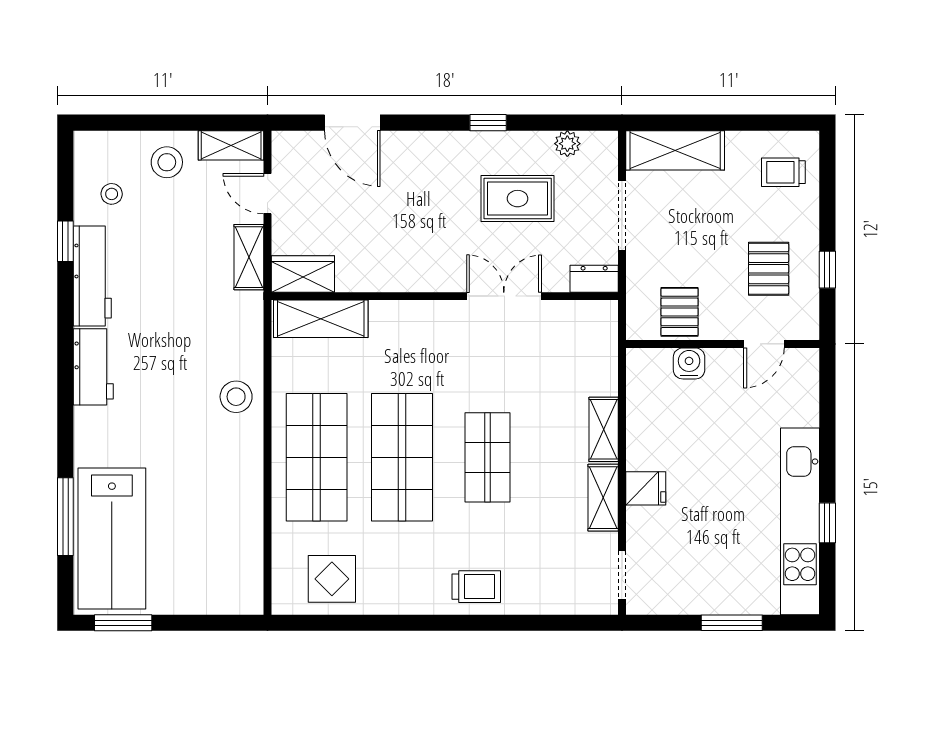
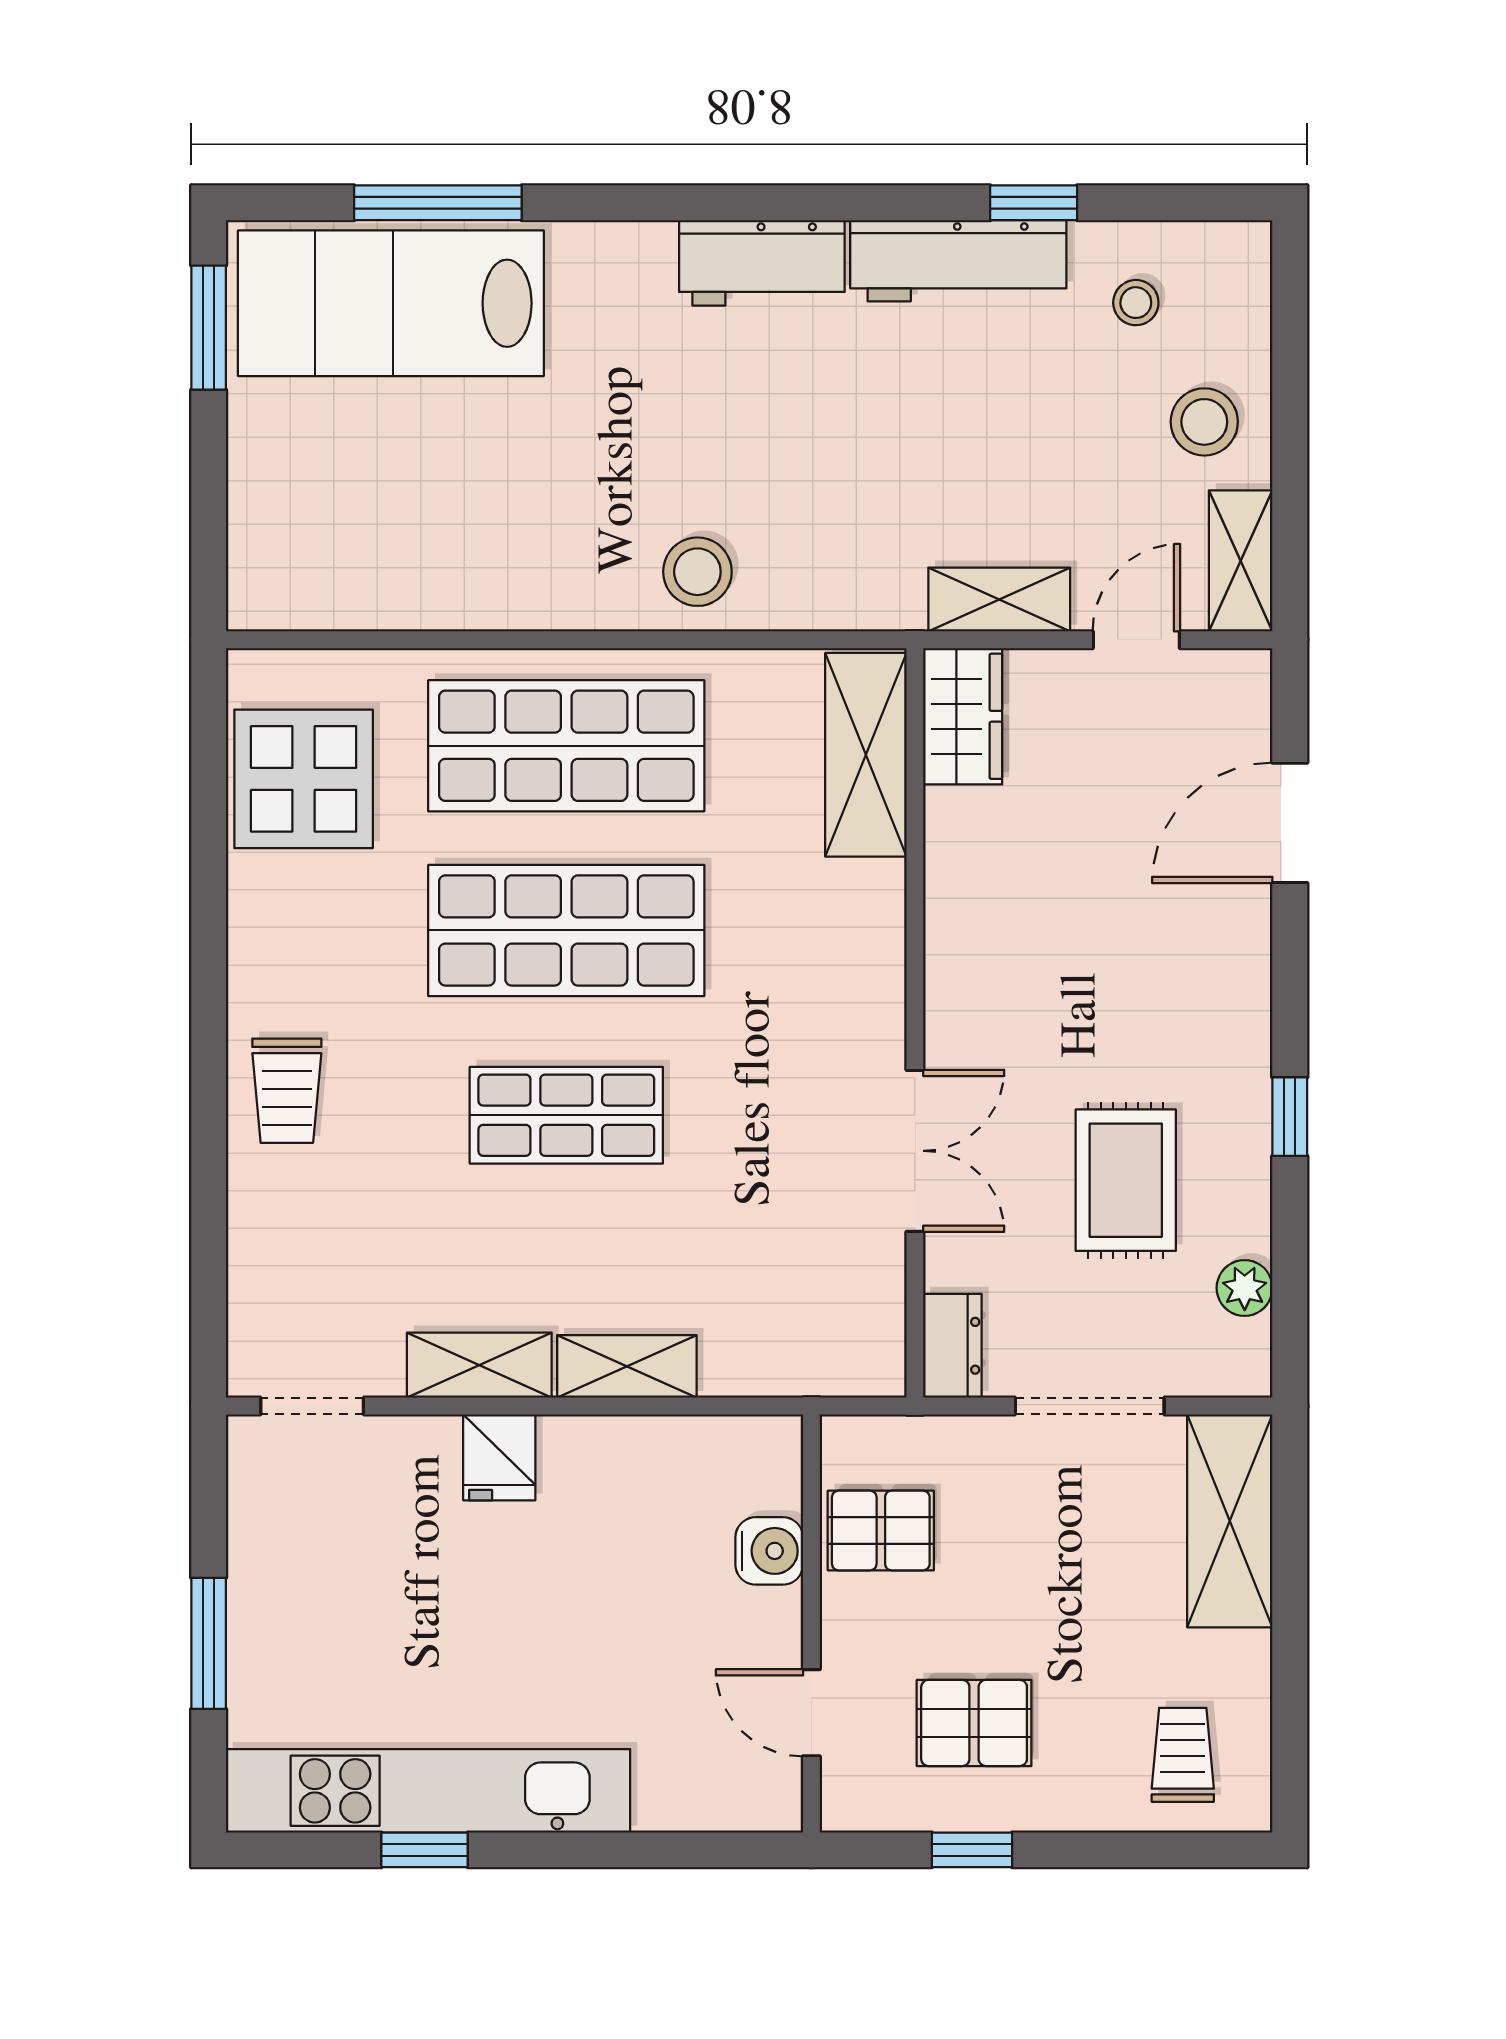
display table: (332, 579) -> (304, 779), width x1.36, depth x1.36

